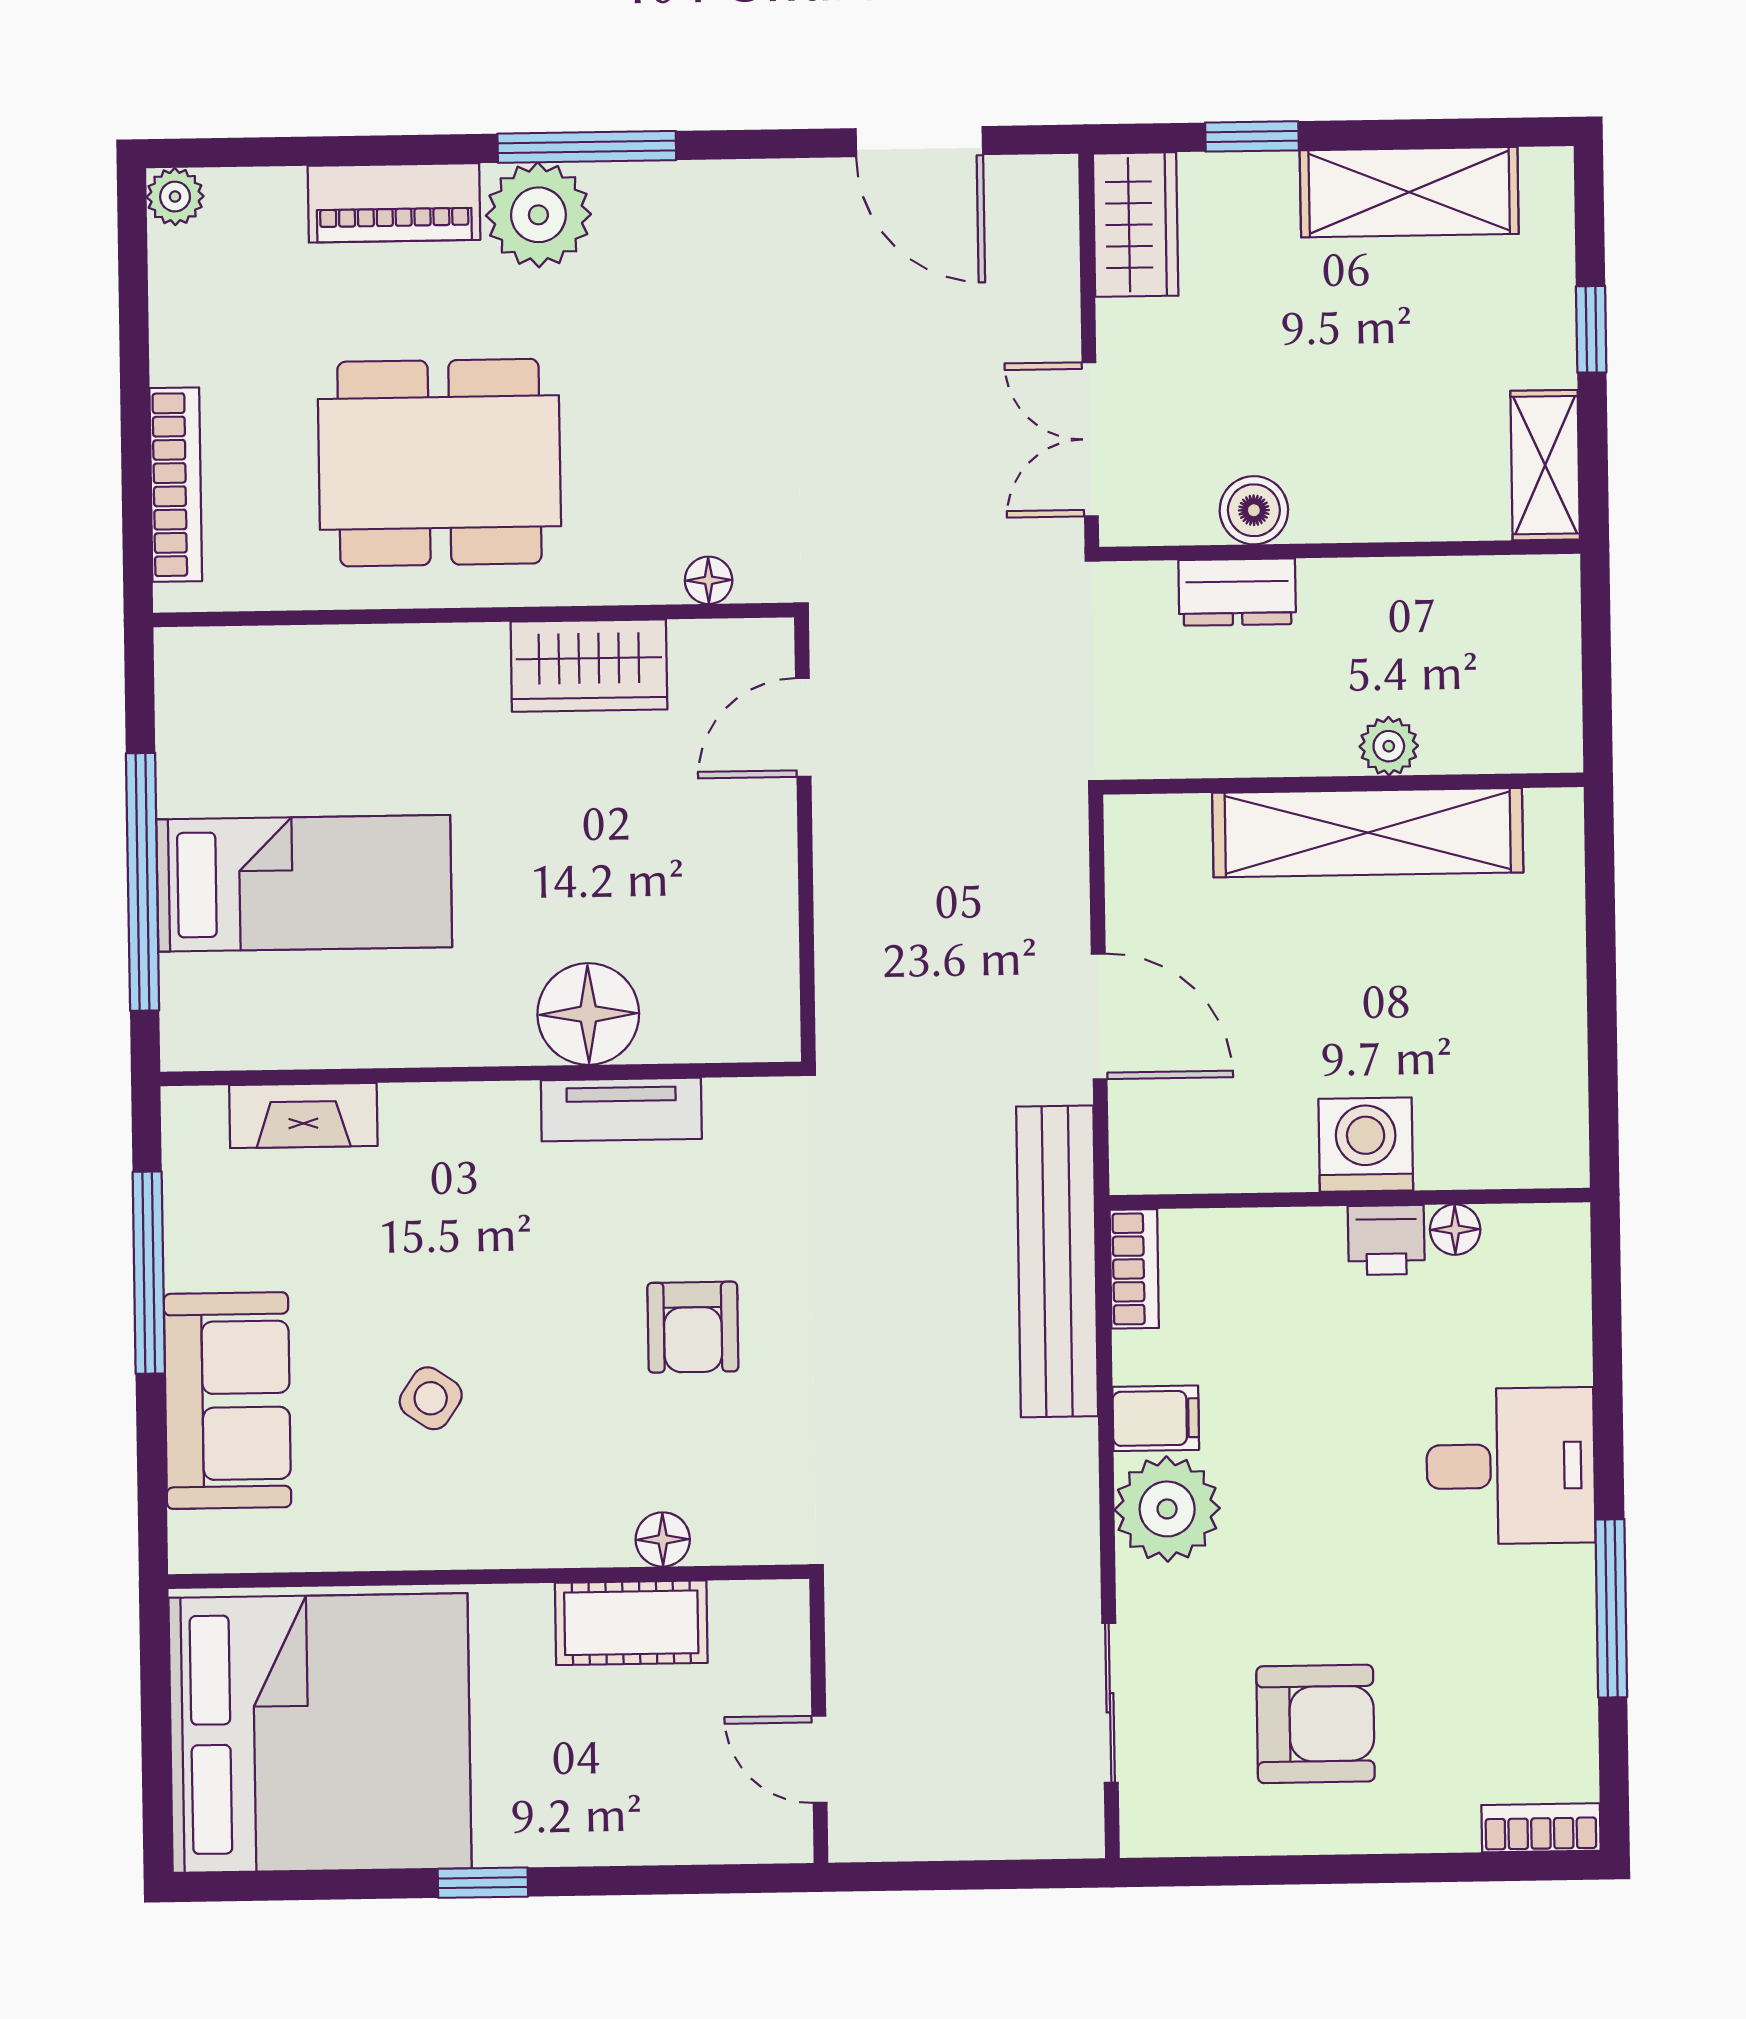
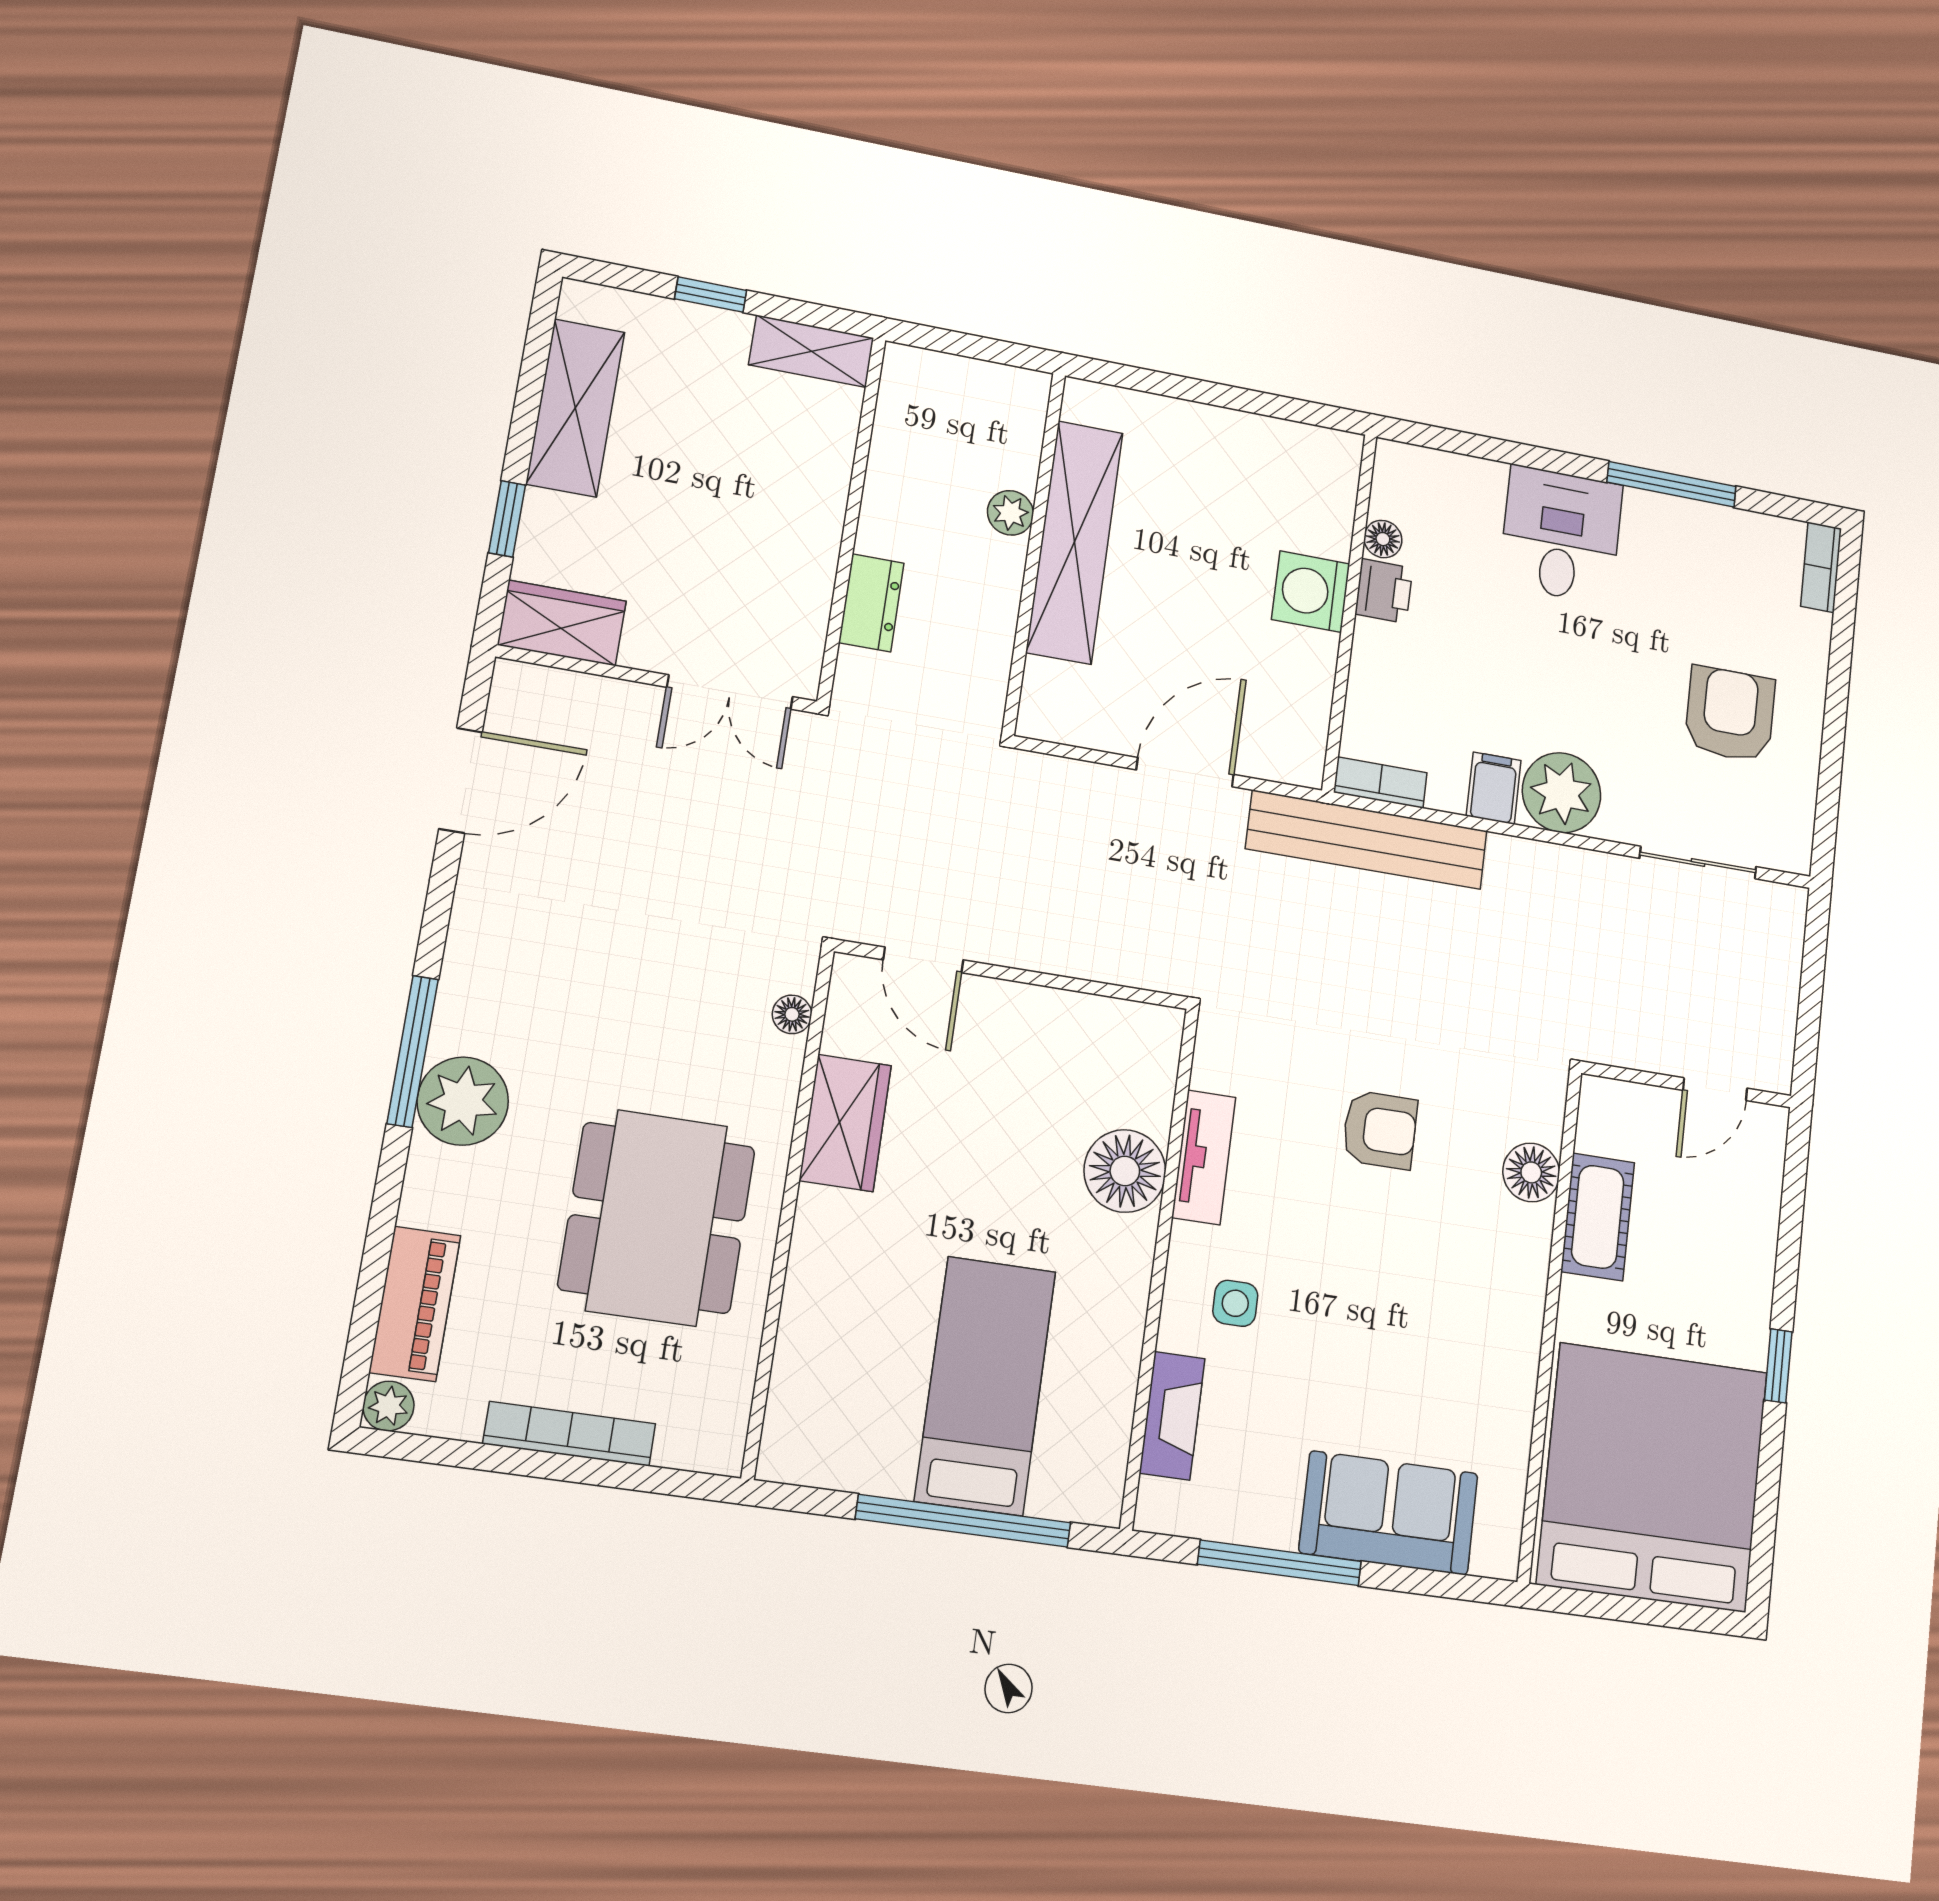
piano: (394, 203) -> (415, 1304), moved
bookcase: (176, 485) -> (569, 1434), moved
boiler: (1254, 510) -> (809, 577), removed
side table: (431, 1398) -> (1235, 1303), moved, turned -34
floor lamp: (663, 1539) -> (1531, 1172), width x1.37, depth x1.37

